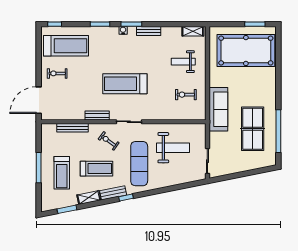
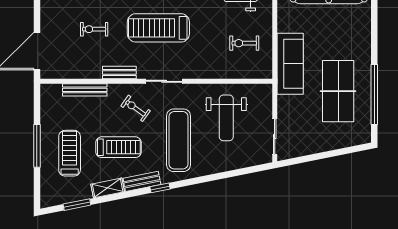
exercise bike: (57, 73) -> (94, 29), moved
weight bench: (173, 148) -> (226, 118), turned 90
treadmill: (62, 173) -> (70, 153), turned 180

